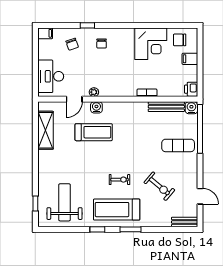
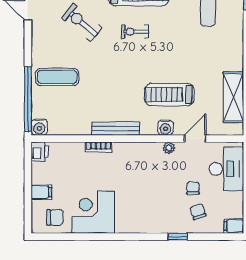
chair: (102, 44) -> (193, 188), moved
bench: (166, 107) -> (116, 129), moved

